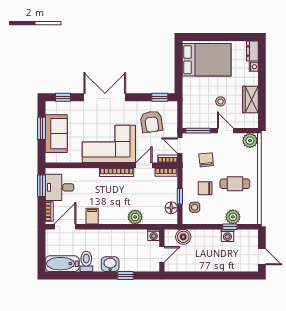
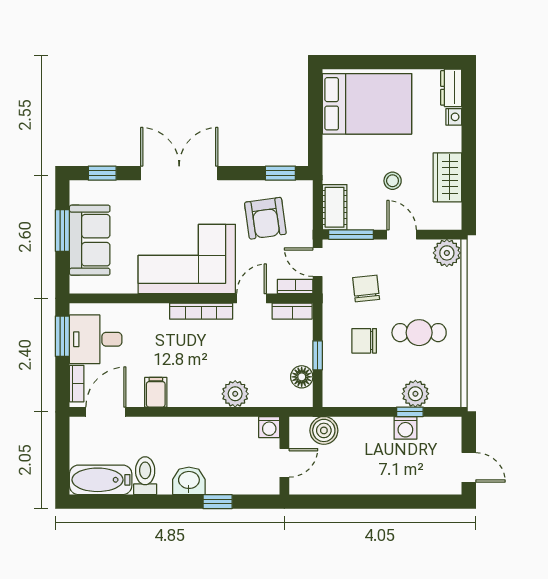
cot: (189, 116) -> (335, 207), added
side table: (195, 207) -> (345, 376), removed

